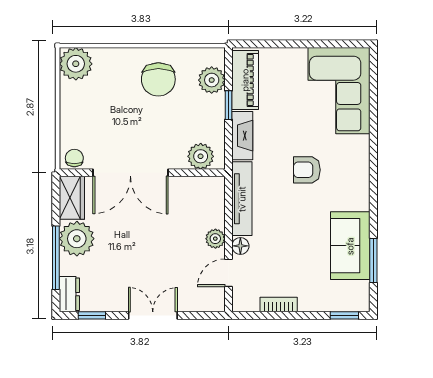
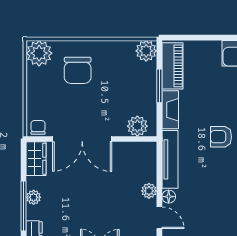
chair: (158, 79) -> (78, 70), moved
plant: (212, 80) -> (146, 51), moved
window: (228, 105) -> (159, 86), width x1.50
plant: (77, 239) -> (34, 197), width x0.53, depth x0.53
door: (228, 273) -> (159, 218), swing flipped

